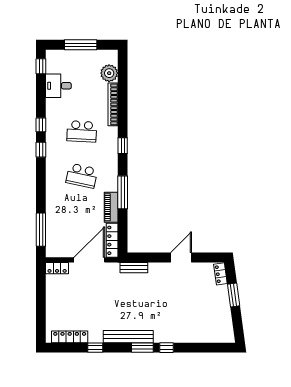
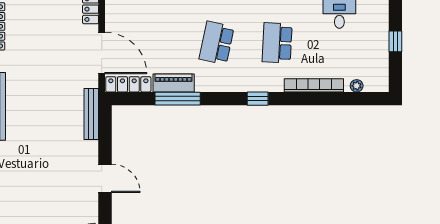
window: (81, 45) -> (395, 41), width x0.46
plant: (109, 73) -> (357, 86), width x0.53, depth x0.53
window: (123, 192) -> (178, 99), moved
bench: (134, 268) -> (91, 114), width x1.36

